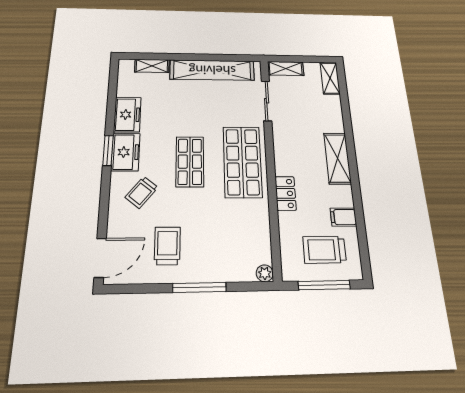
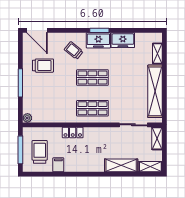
shelving: (337, 158) -> (121, 165), moved
shop shelf: (242, 162) -> (92, 108), width x0.70, depth x0.74

